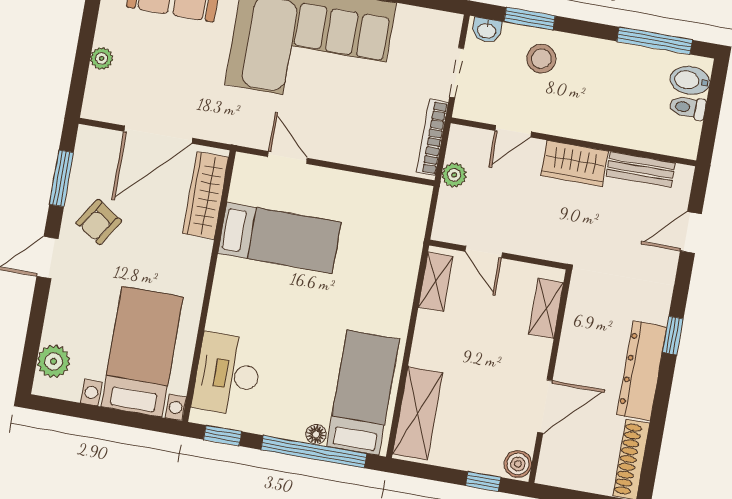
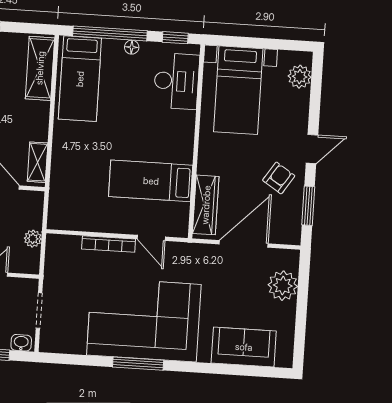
plant: (102, 58) -> (283, 286), width x1.88, depth x1.88
bookcase: (432, 137) -> (109, 244), moved, turned 90
floor lamp: (316, 434) -> (132, 47), moved

